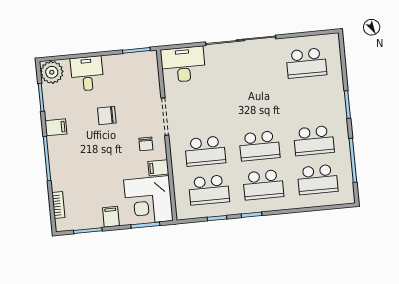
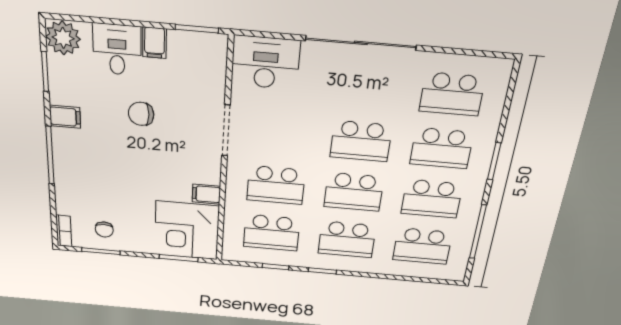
school desk: (310, 102) -> (442, 148), added
school desk: (256, 107) -> (361, 141), added
chair: (146, 144) -> (104, 230), moved
bookcase: (58, 205) -> (64, 231), moved
filing cabinet: (111, 217) -> (154, 43), moved, turned 180

